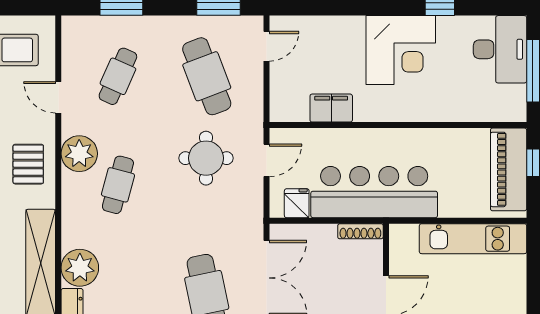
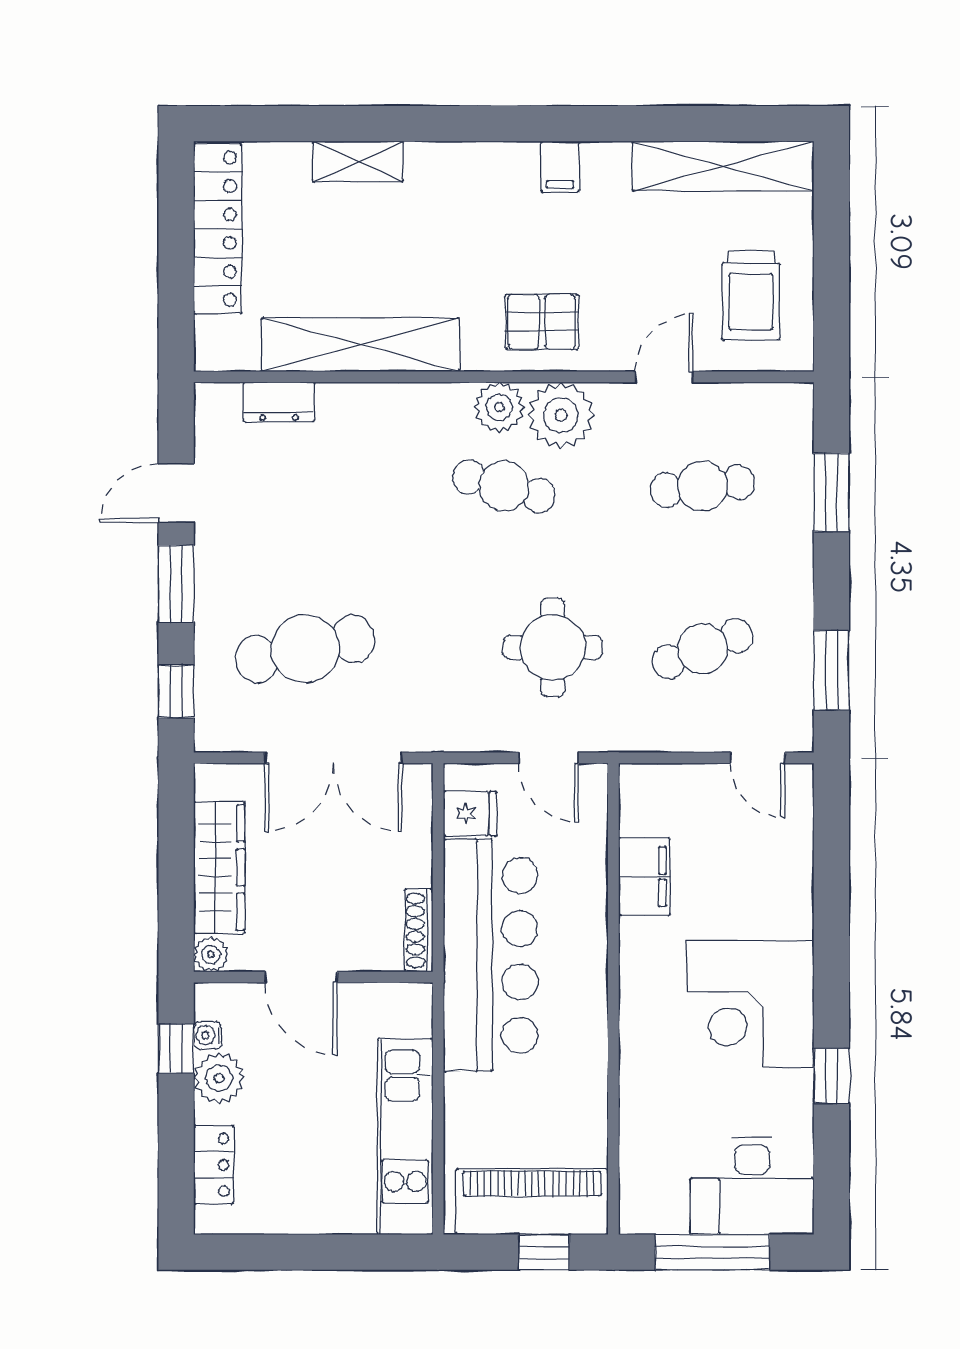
cafe table: (118, 76) -> (703, 486), turned -30
cafe table: (207, 76) -> (703, 649), width x0.73, depth x0.74
plant: (80, 268) -> (499, 407), moved, width x0.73, depth x0.73

